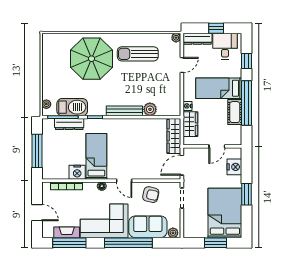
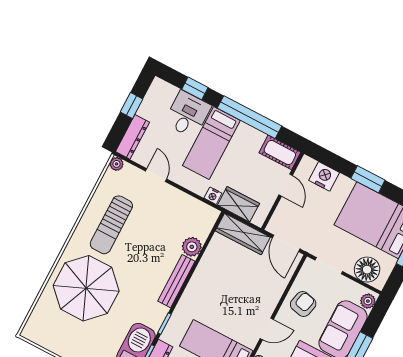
desk: (225, 46) -> (188, 114), moved, turned 90
cot: (235, 112) -> (280, 152), moved
floor lamp: (192, 222) -> (367, 270), added

